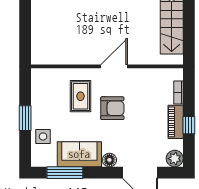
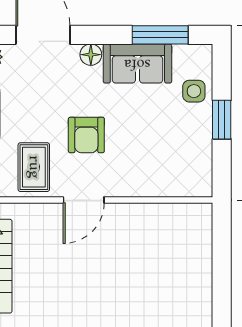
rug: (81, 96) -> (34, 167), moved
armchair: (112, 108) -> (86, 135), turned -90

